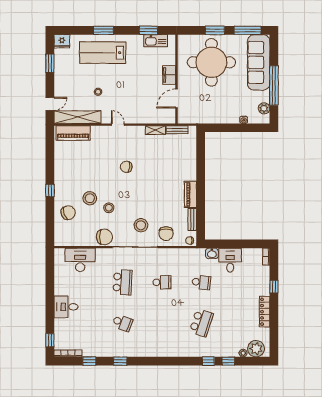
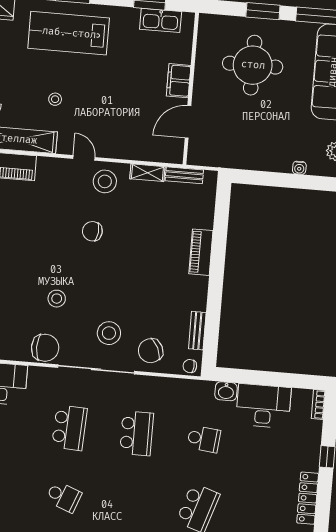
round table: (211, 62) -> (253, 65), width x0.73, depth x0.73
piano: (190, 194) -> (201, 252), moved
stool: (90, 198) -> (105, 181), moved
chair: (166, 234) -> (151, 351), turned 64
desk: (230, 260) -> (263, 406), width x1.37
school desk: (162, 282) -> (137, 433), width x1.85

